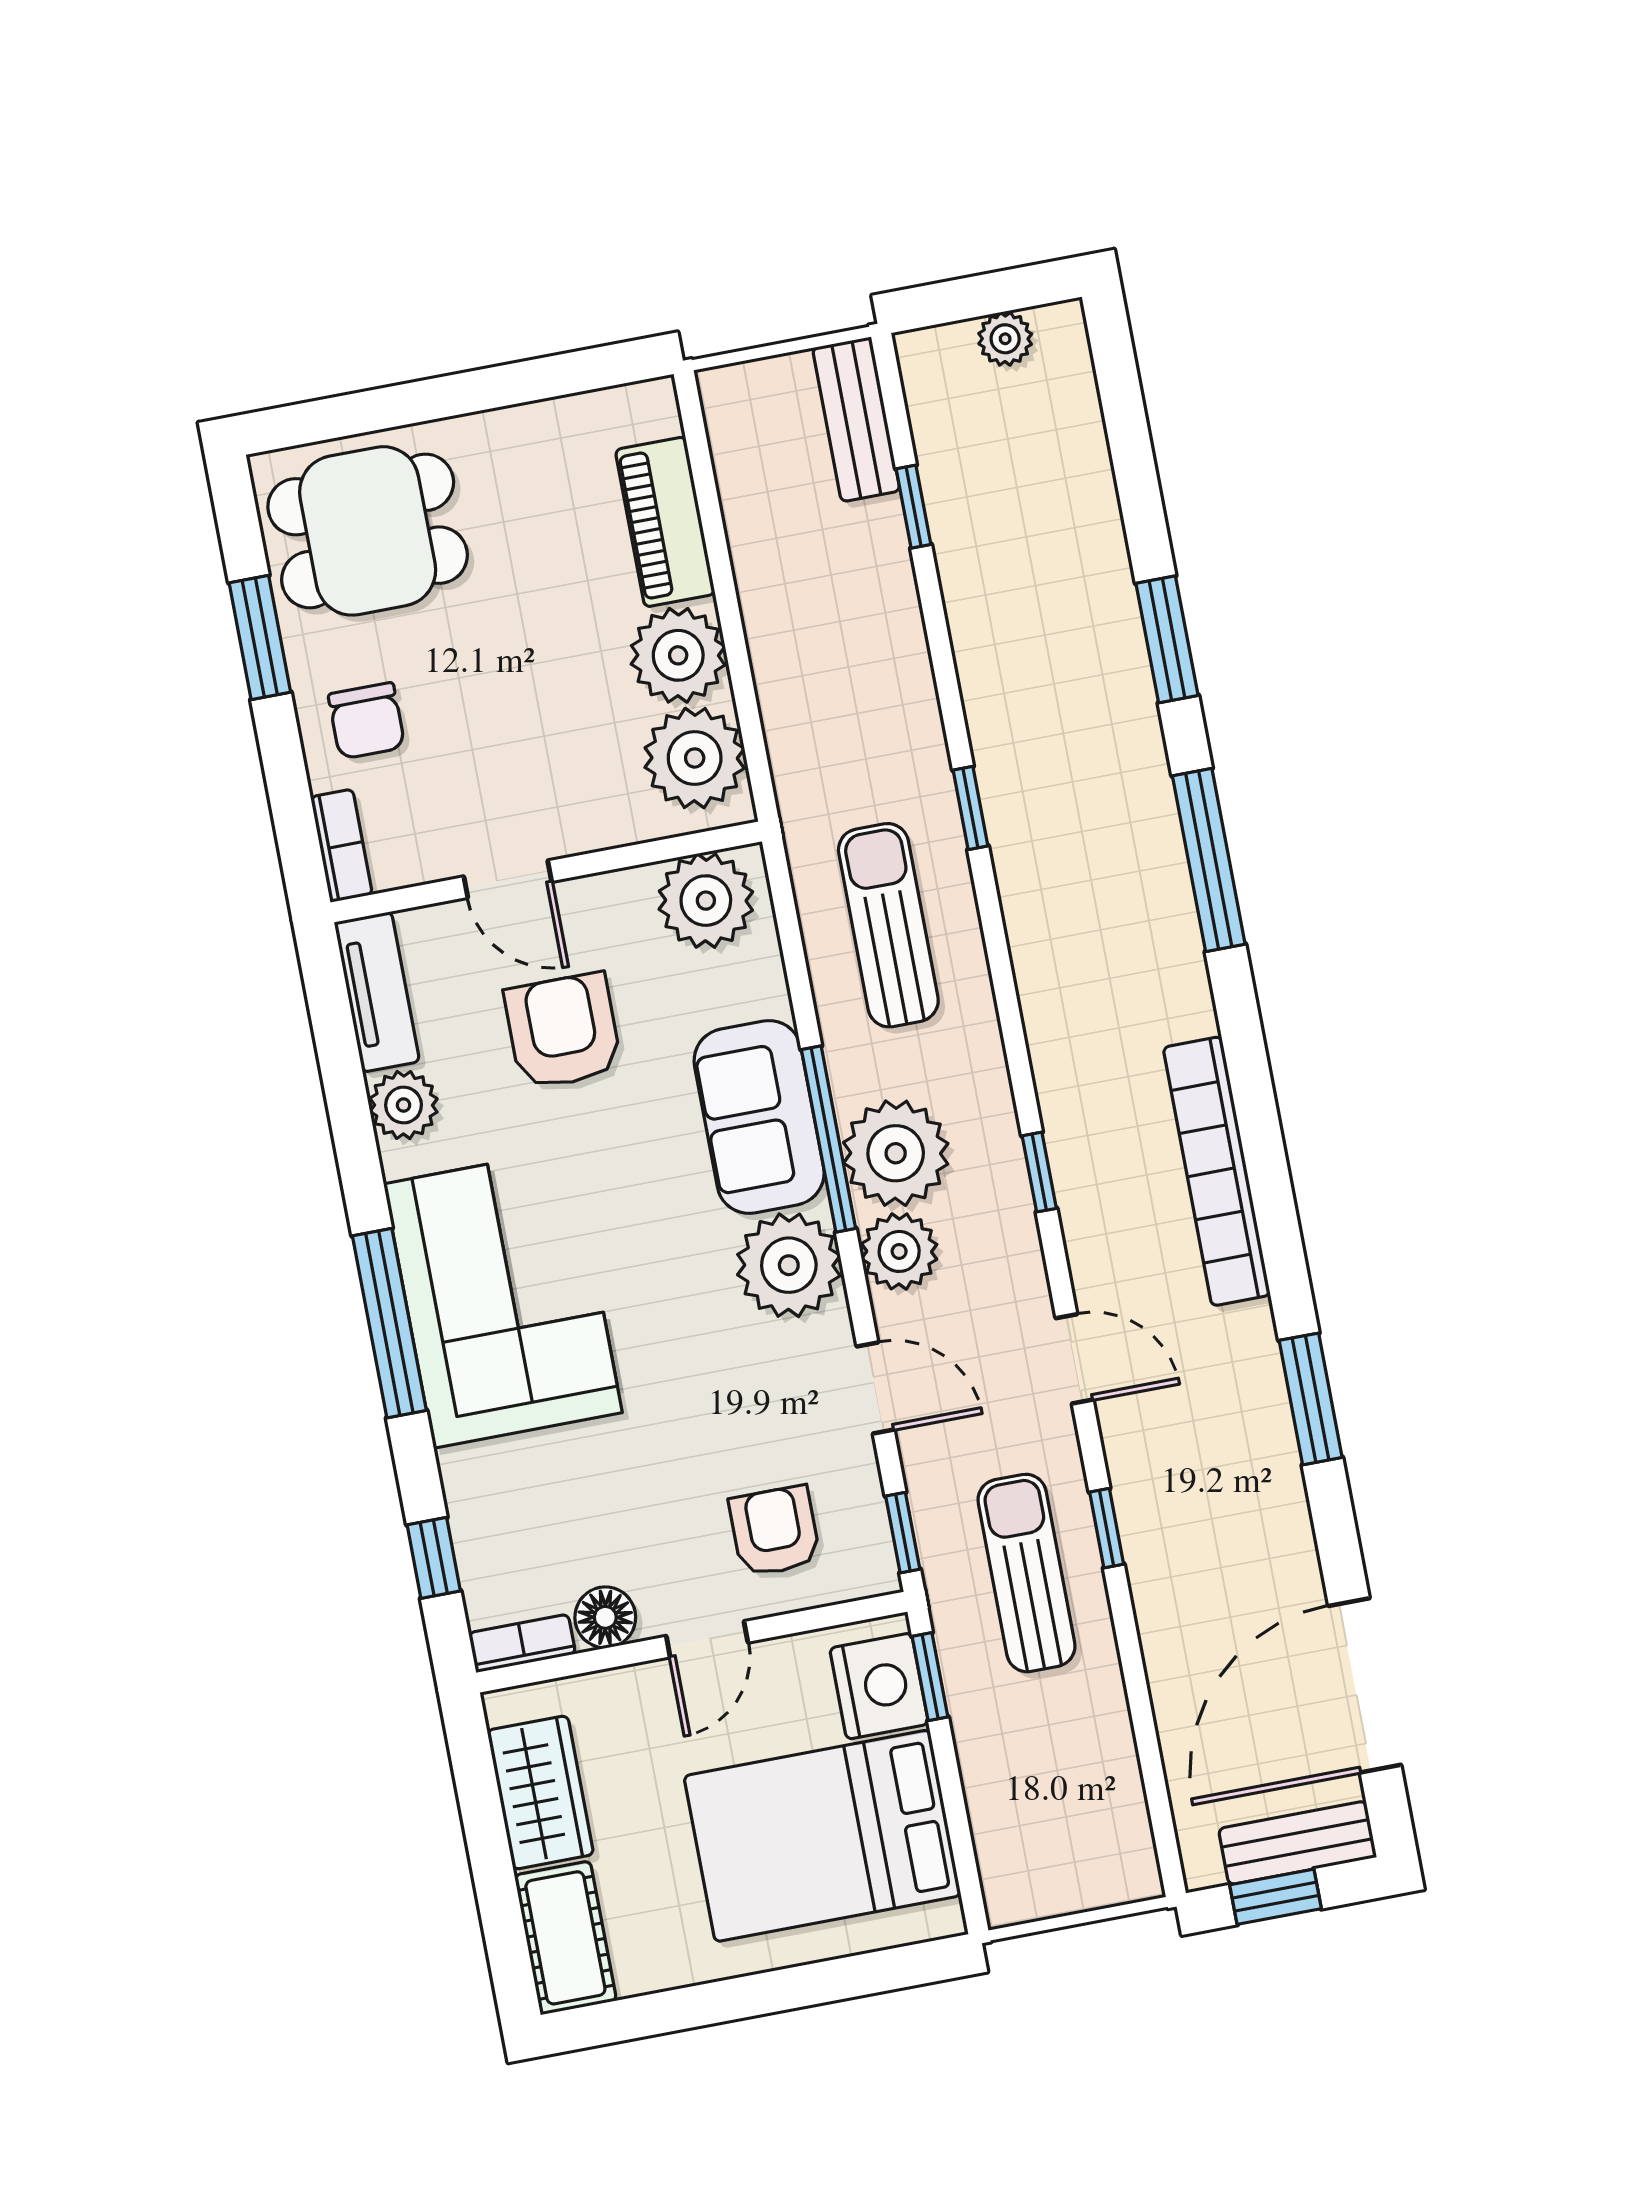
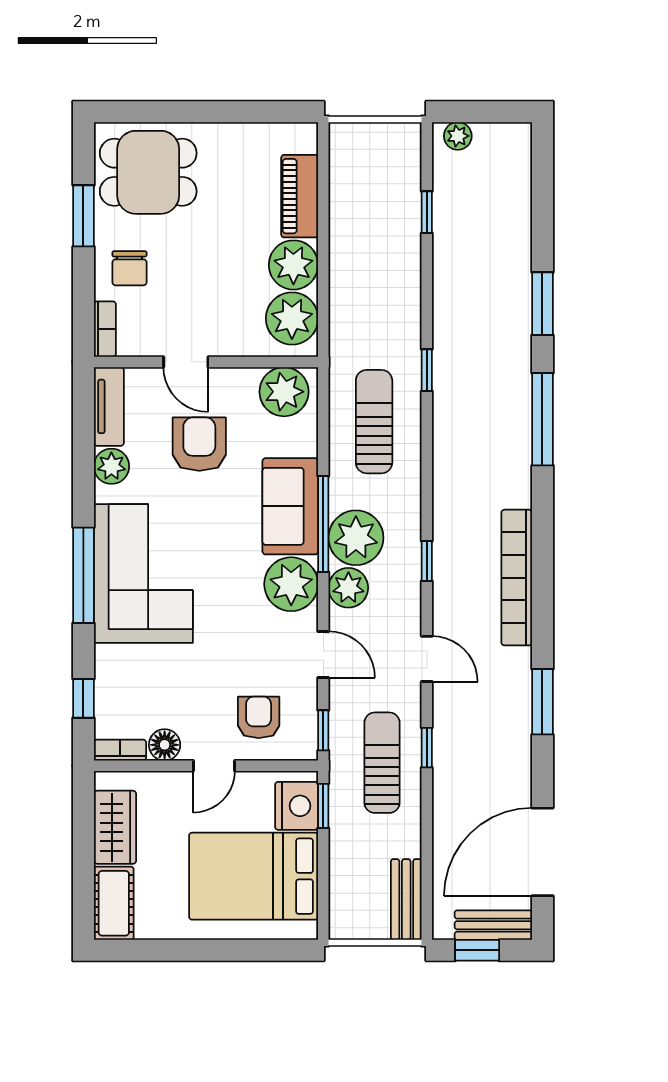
plant: (1005, 339) -> (458, 136), moved
bench: (856, 419) -> (406, 900), moved

